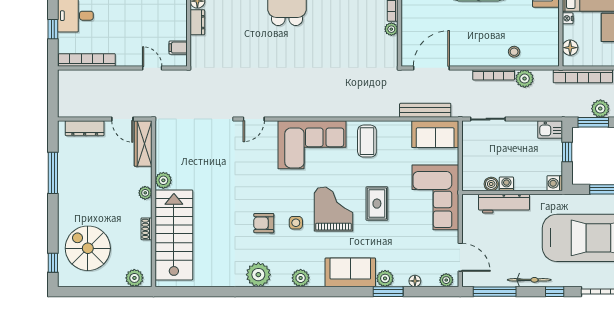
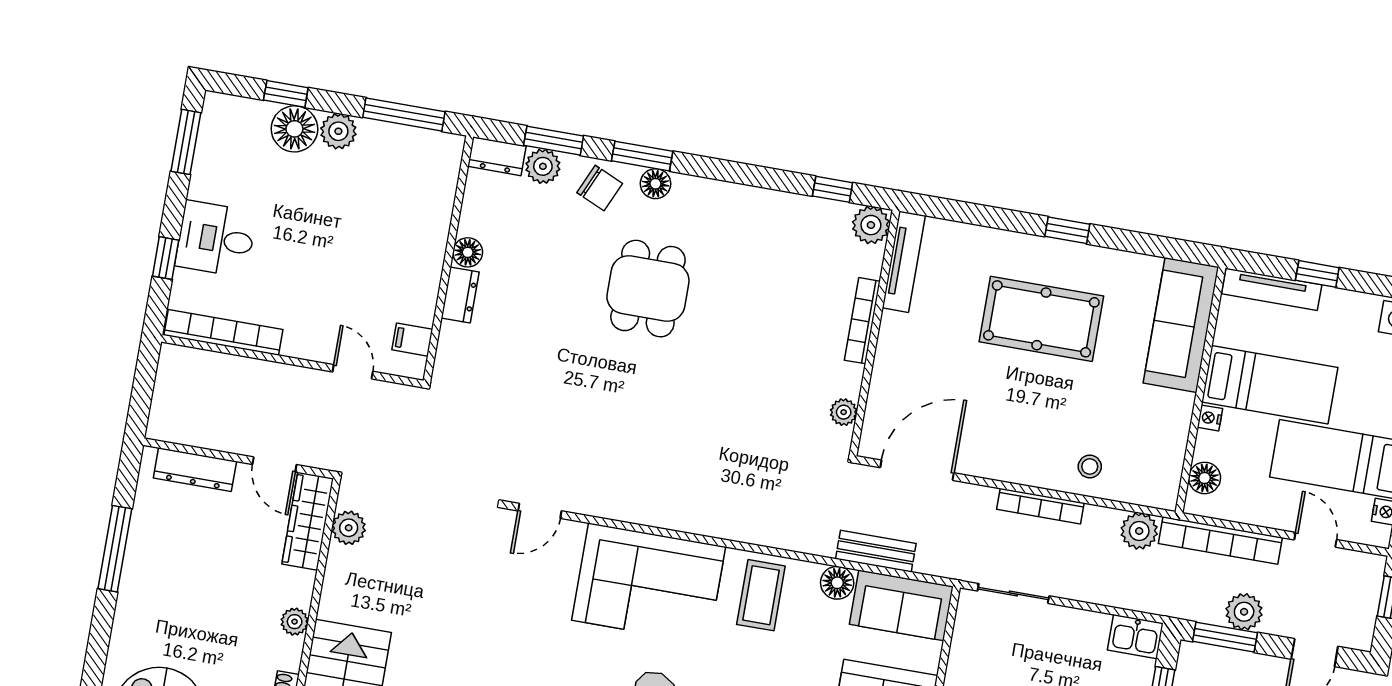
plant: (391, 29) -> (844, 412), moved
plant: (525, 79) -> (1139, 531), moved
bench: (425, 110) -> (876, 551), width x0.73
floor lamp: (402, 129) -> (837, 583), added
plant: (163, 180) -> (349, 528), moved

